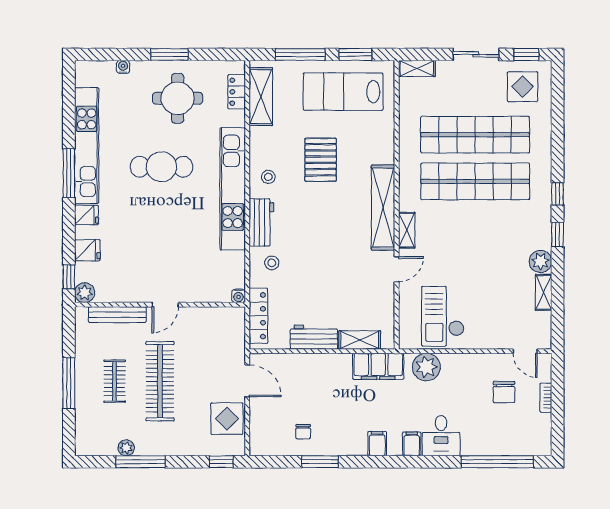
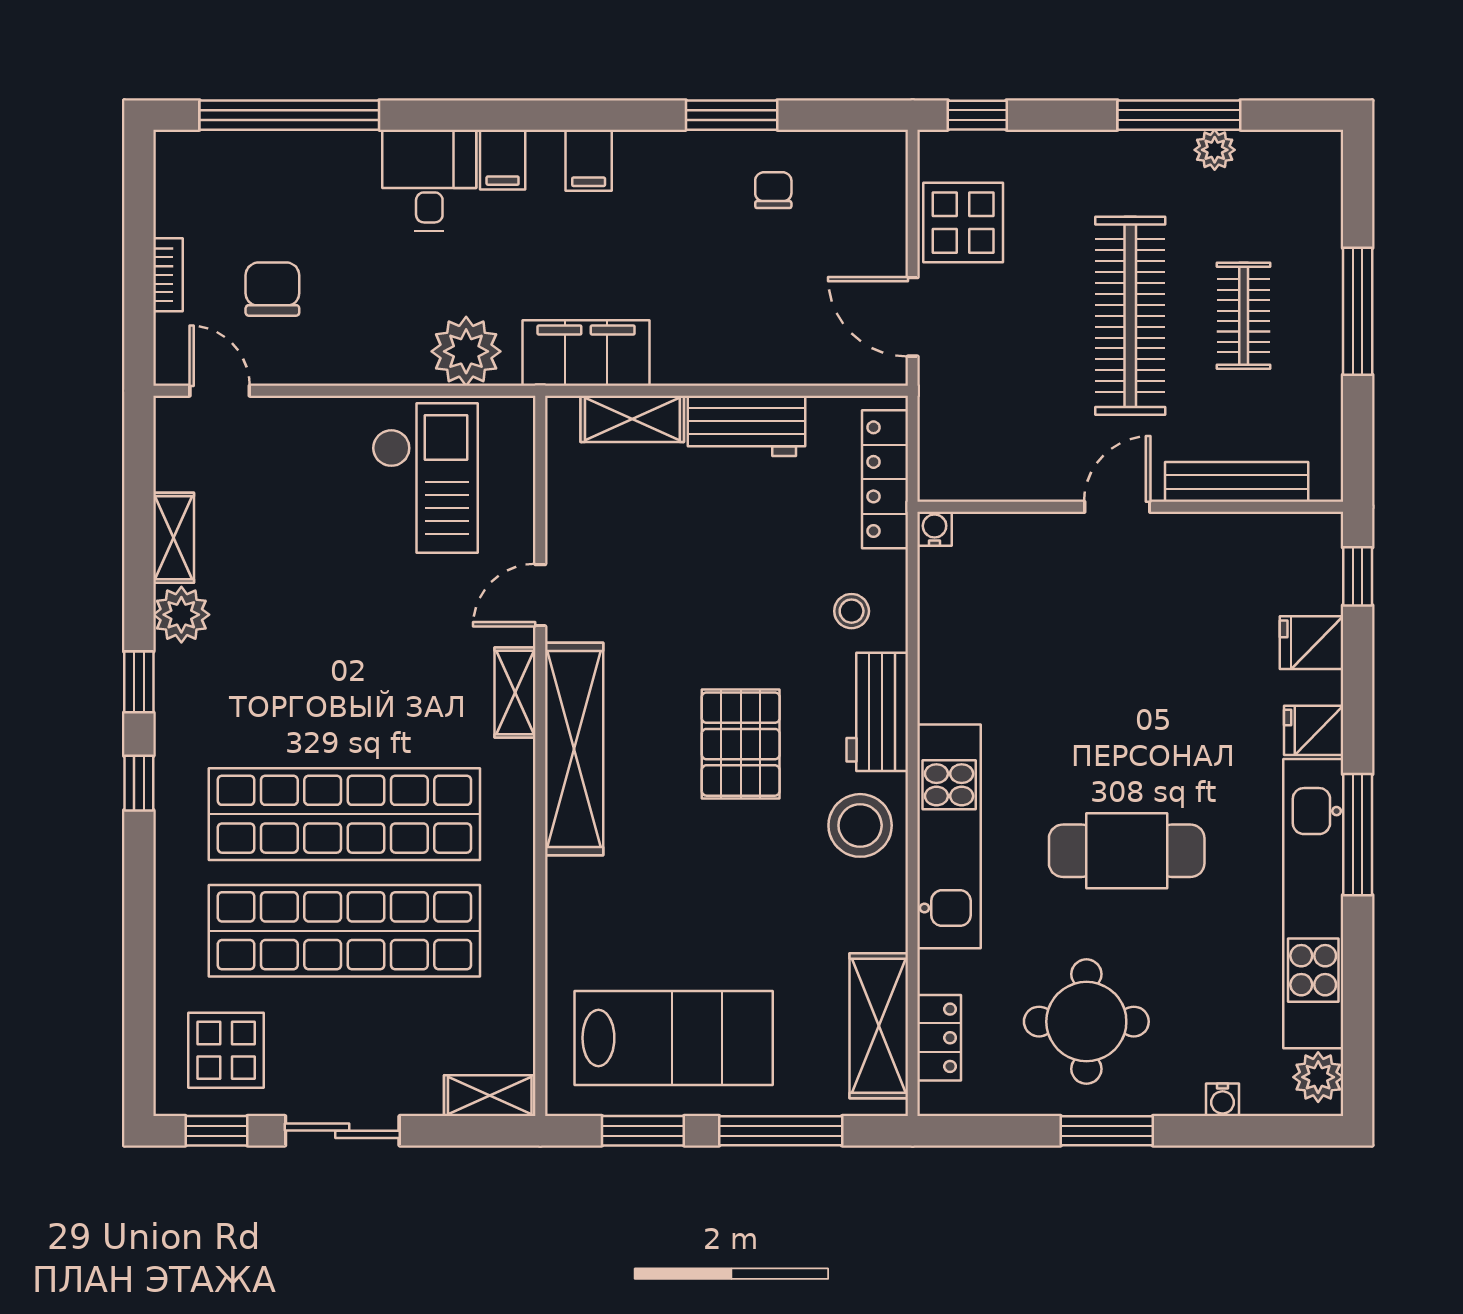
pallet: (321, 160) -> (741, 744), moved
stool: (268, 177) -> (860, 825), width x1.89, depth x1.89
kitchen unit: (233, 189) -> (949, 836), width x0.73
plant: (85, 293) -> (1318, 1077), moved

